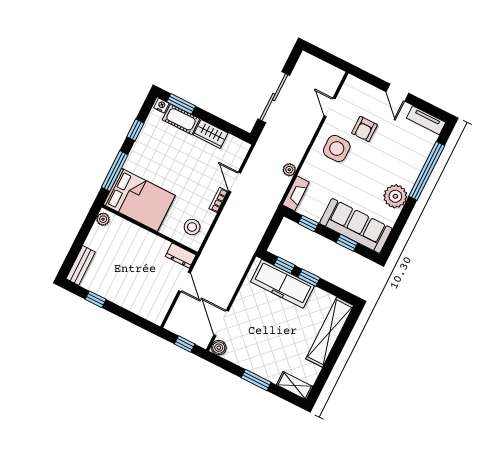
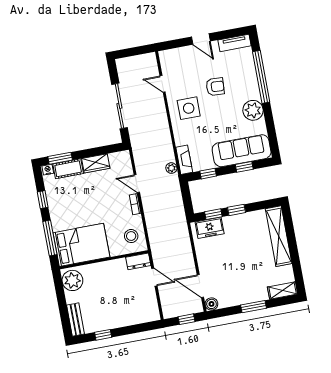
armchair: (364, 129) -> (215, 87), moved, turned -86
plant: (289, 170) -> (171, 168), moved
plant: (103, 219) -> (72, 280), width x1.88, depth x1.88
freezer: (283, 284) -> (210, 228), width x0.52, depth x0.79

